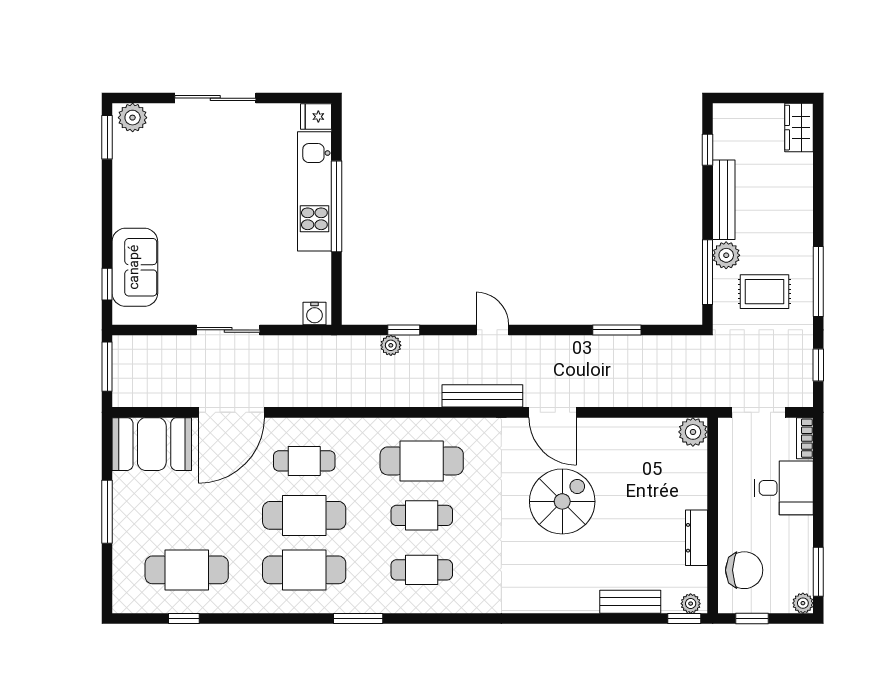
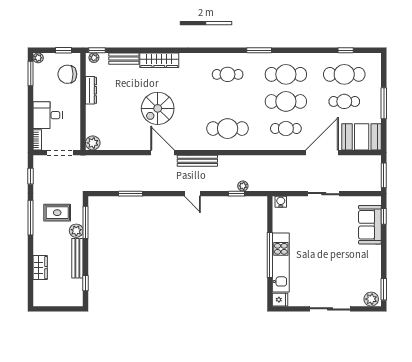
wardrobe: (799, 128) -> (40, 268), moved
cafe table: (422, 515) -> (344, 101), moved
wardrobe: (559, 598) -> (159, 60), added

